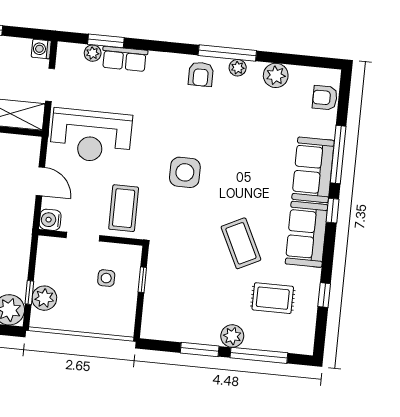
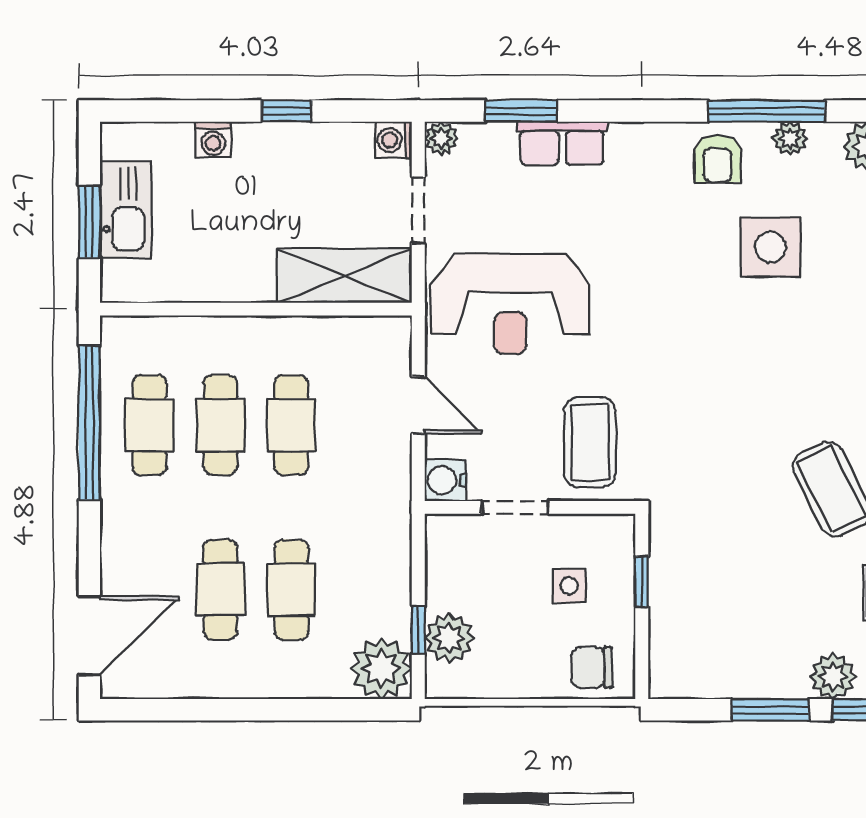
plant: (93, 53) -> (441, 138), moved
side table: (185, 172) -> (770, 247), moved
chair: (113, 320) -> (592, 667), added

